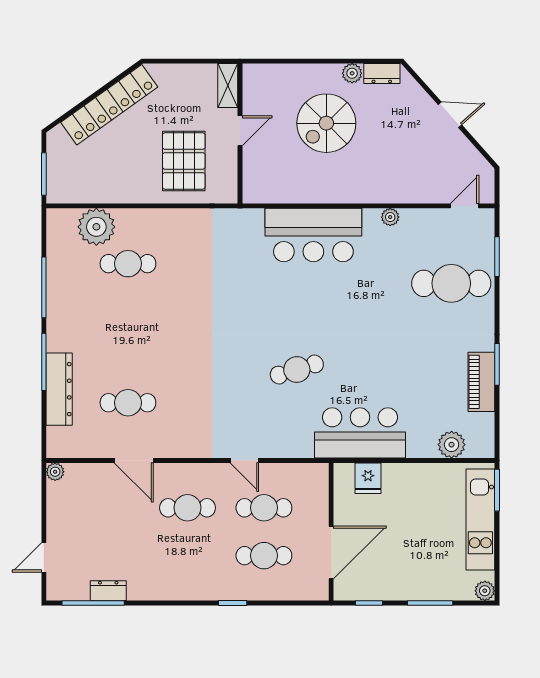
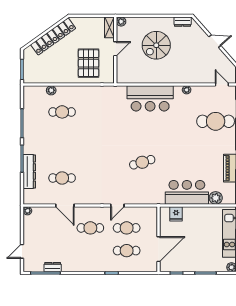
plant: (352, 73) -> (121, 22), moved
door: (465, 206) -> (222, 85), hinge flipped
plant: (96, 227) -> (51, 90), width x0.53, depth x0.53
bar counter: (360, 433) -> (187, 192), moved
door: (244, 460) -> (117, 205), hinge flipped

